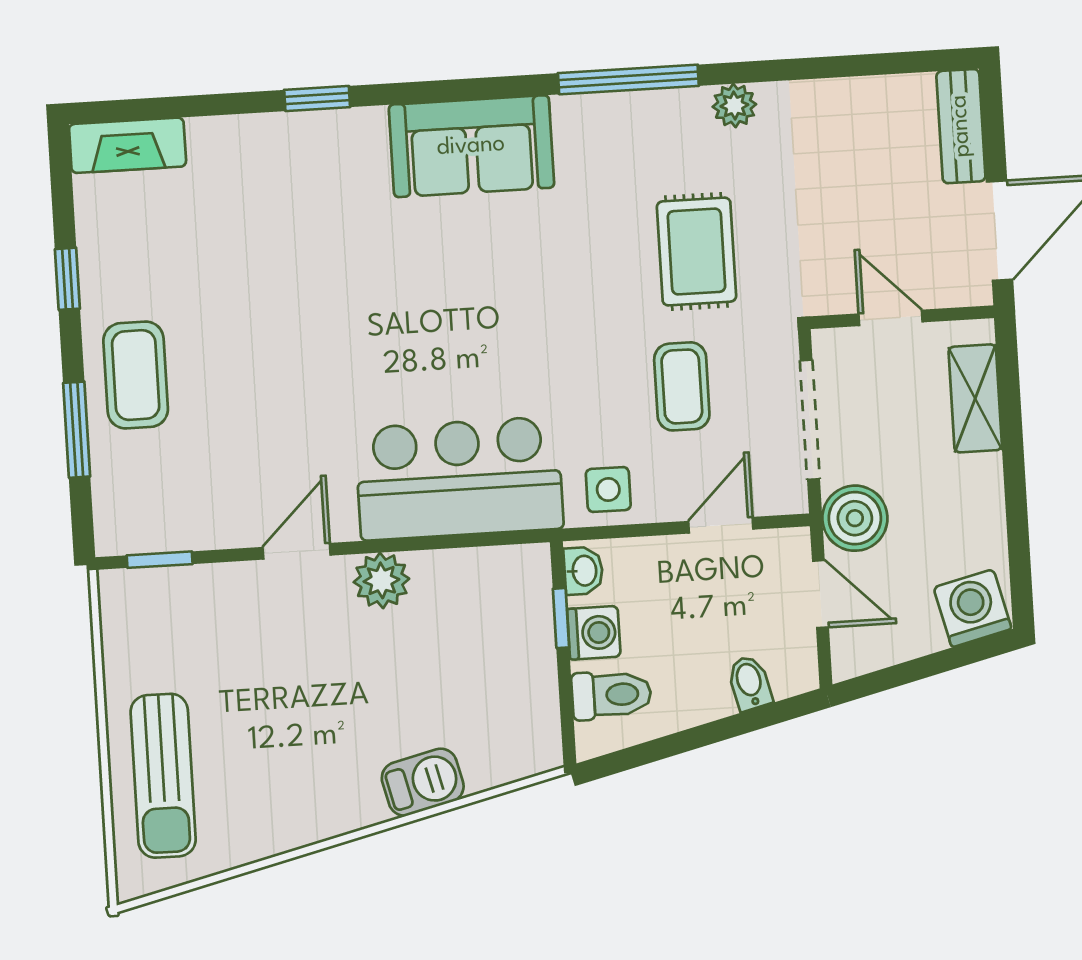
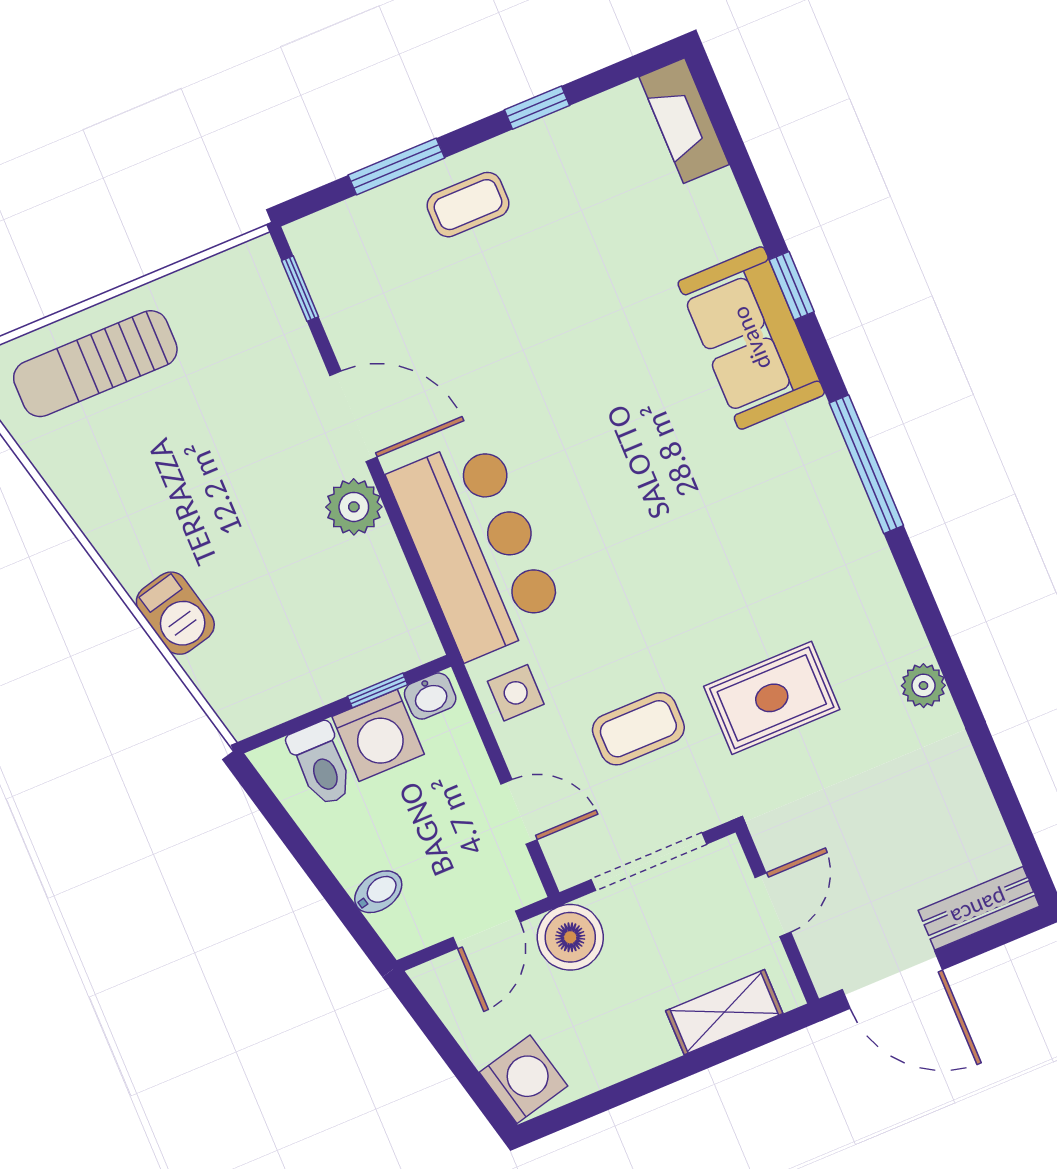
window: (628, 79) -> (866, 464), moved
sofa: (471, 146) -> (751, 338), moved
coffee table: (136, 375) -> (468, 205), width x0.73, depth x0.77
door: (297, 551) -> (353, 416), width x1.38
washing machine: (594, 633) -> (378, 735), width x1.38, depth x1.38

